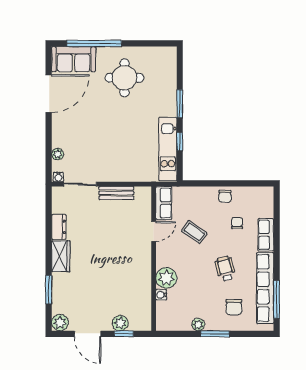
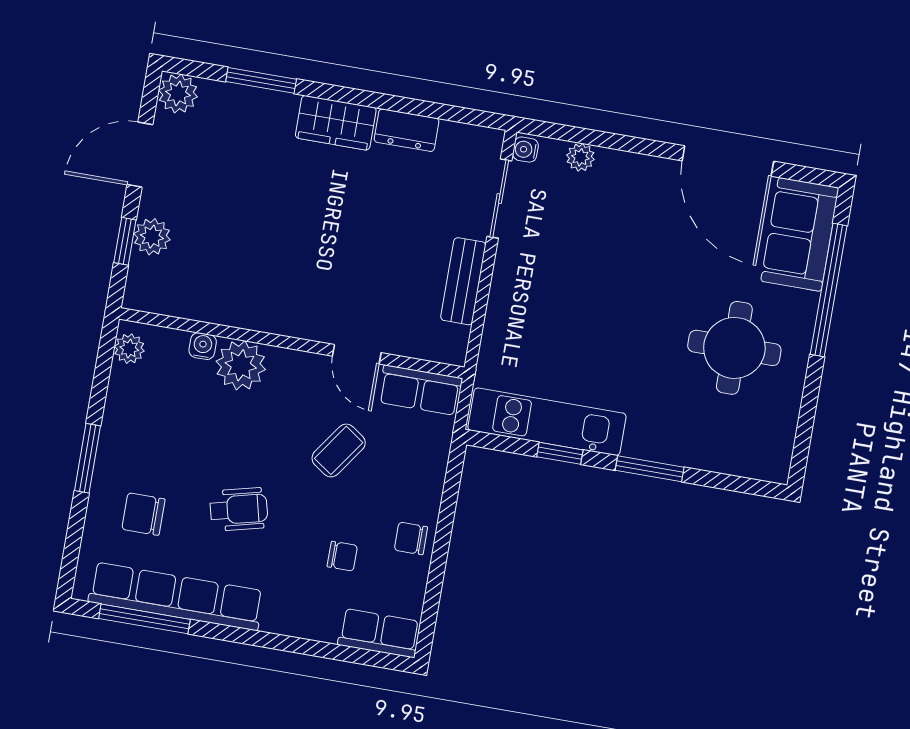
row of seats: (266, 235) -> (379, 633), moved
plant: (198, 325) -> (129, 349), moved

